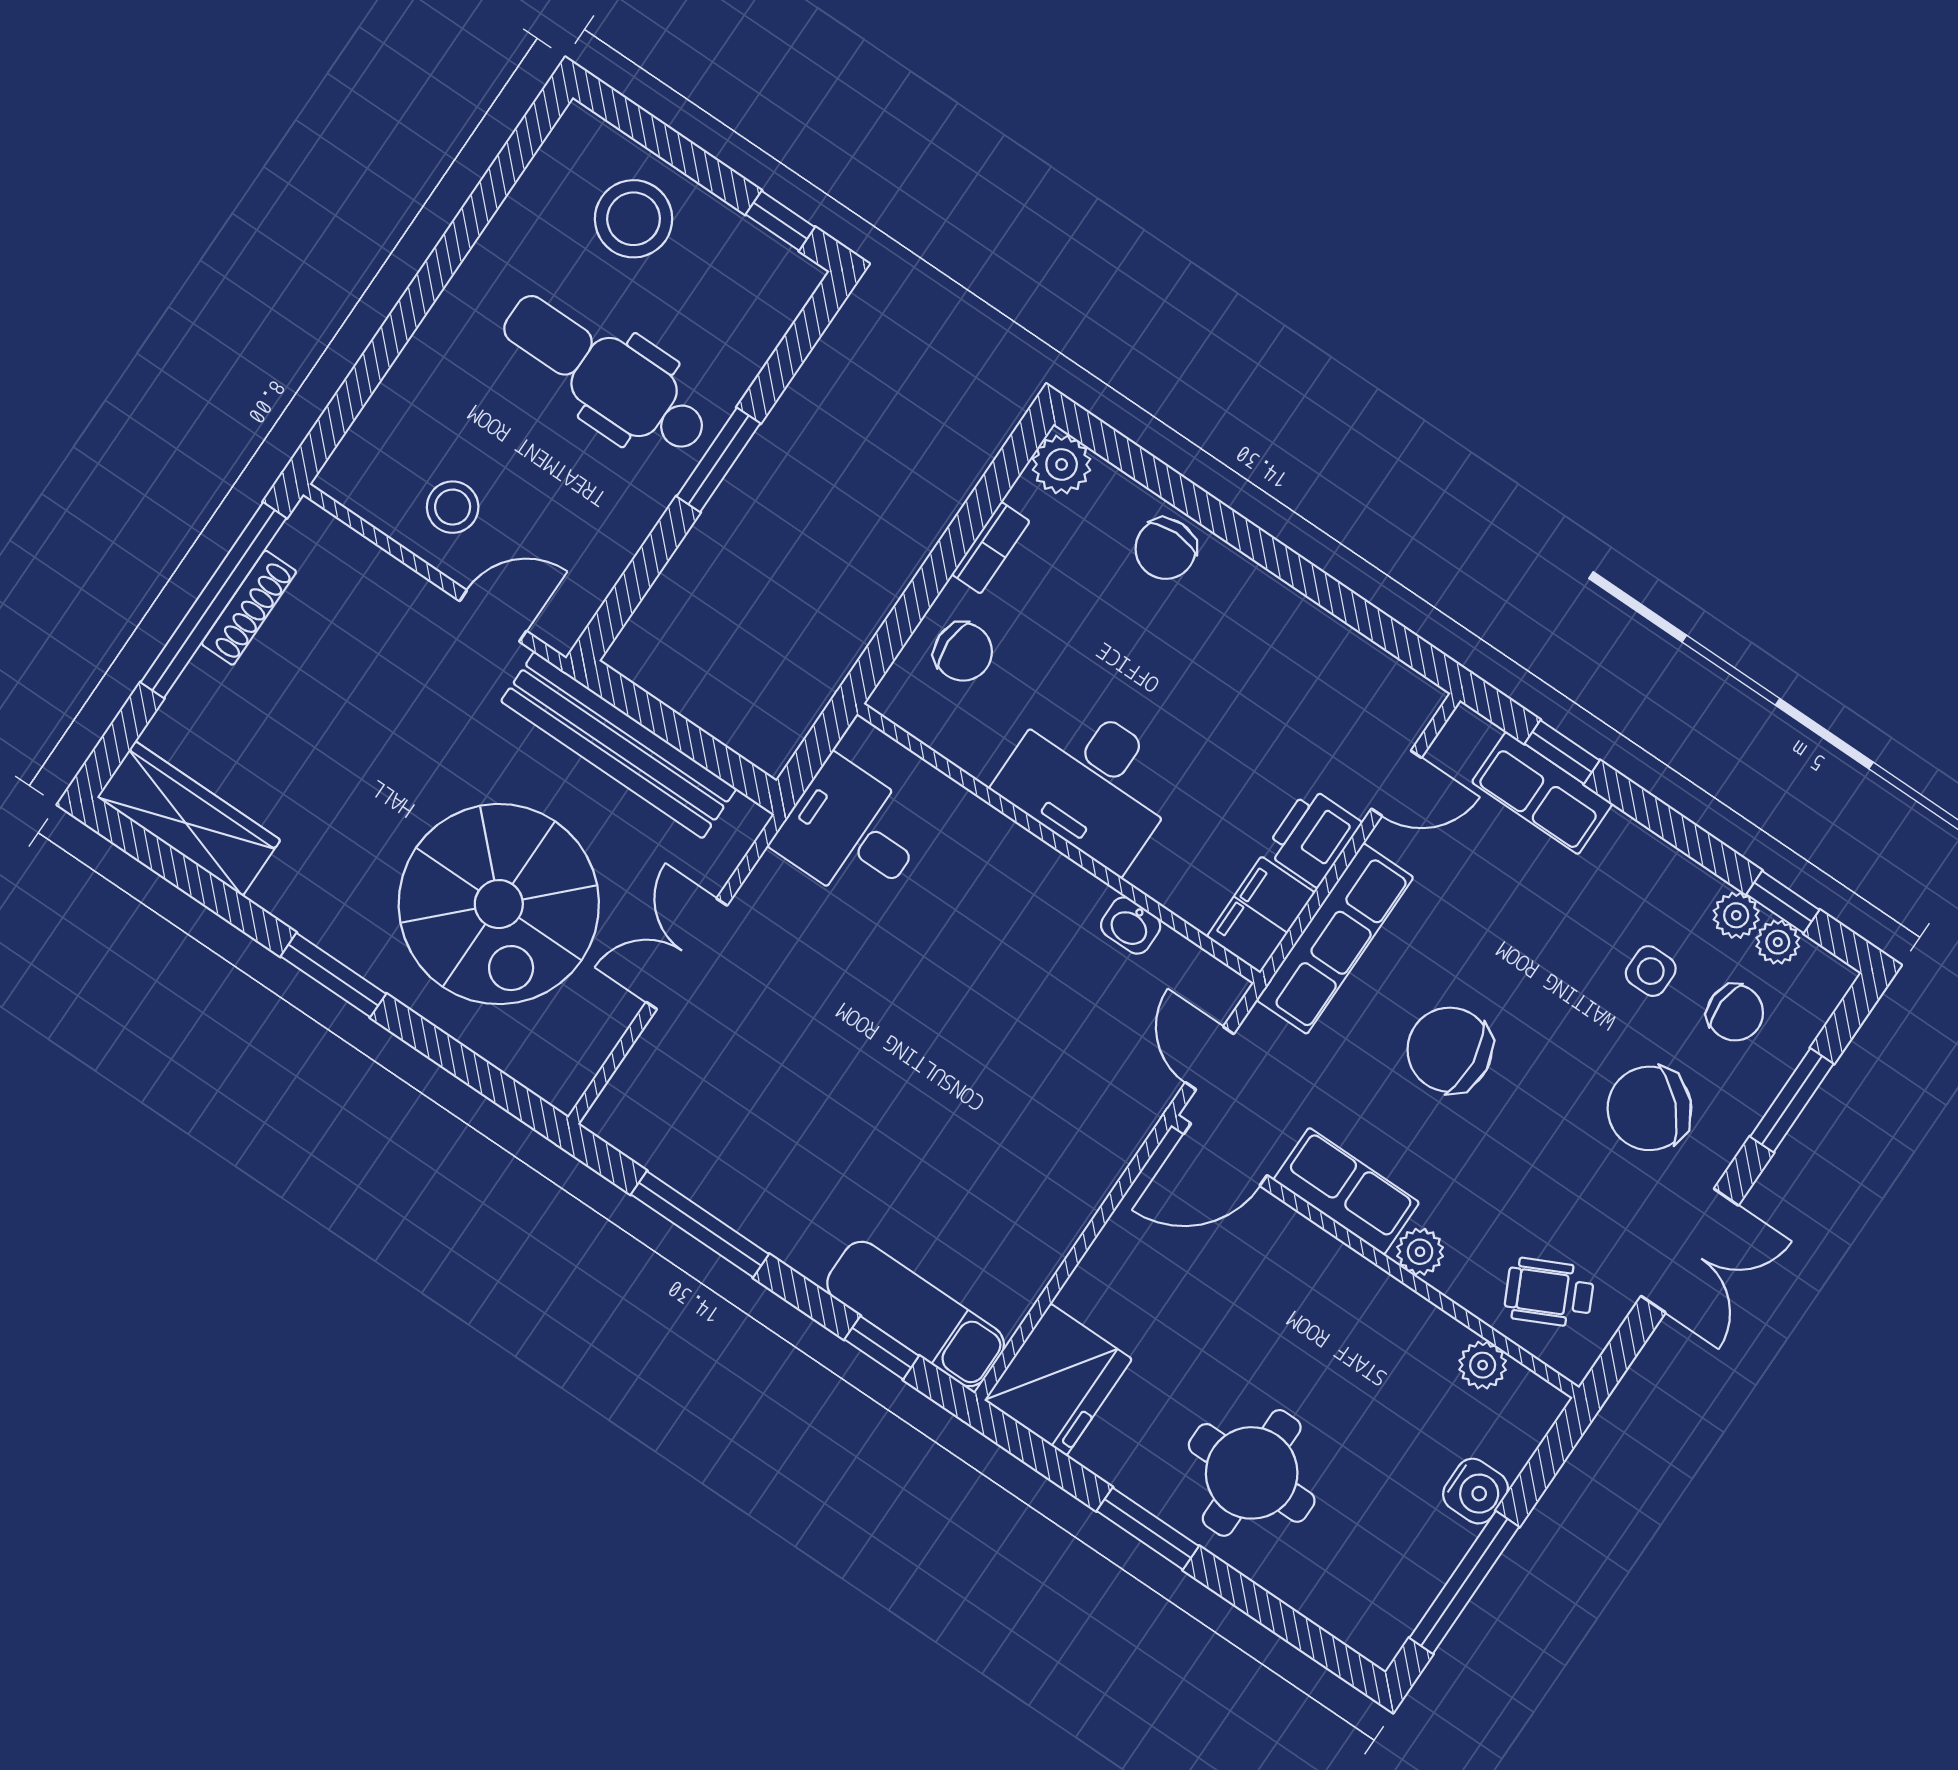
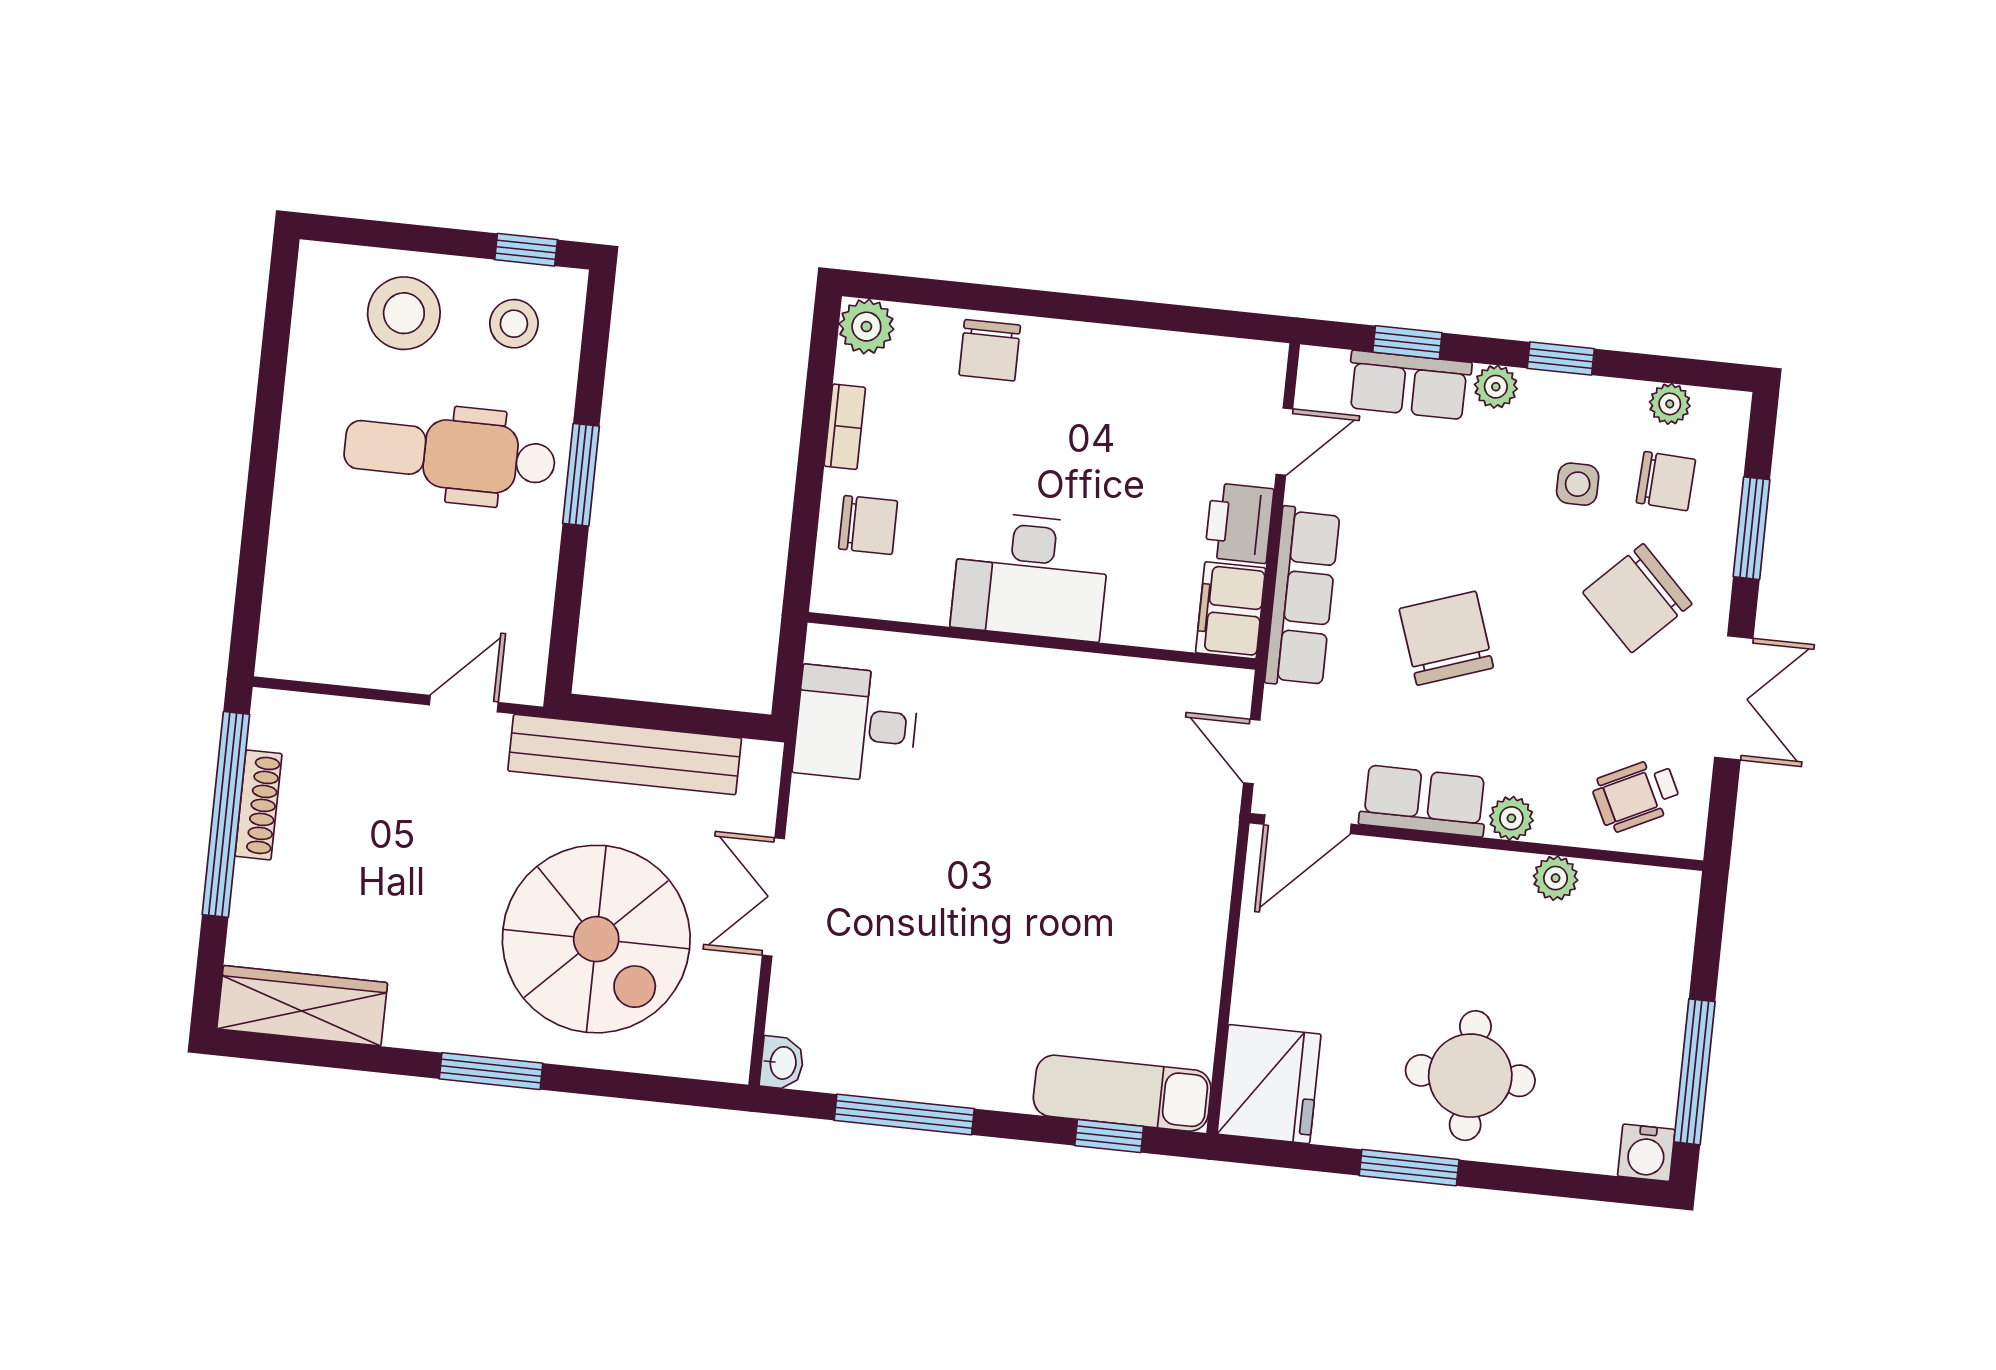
stool: (453, 507) -> (514, 324), moved
window: (1783, 902) -> (1561, 358), moved
plant: (1736, 915) -> (1496, 387), moved
washbasin: (1131, 926) -> (782, 1063), moved, turned -90
chair: (1450, 1050) -> (1446, 638), turned 77
plant: (1483, 1365) -> (1556, 878), moved
water cooler: (1475, 1491) -> (1646, 1153), moved, turned 90

